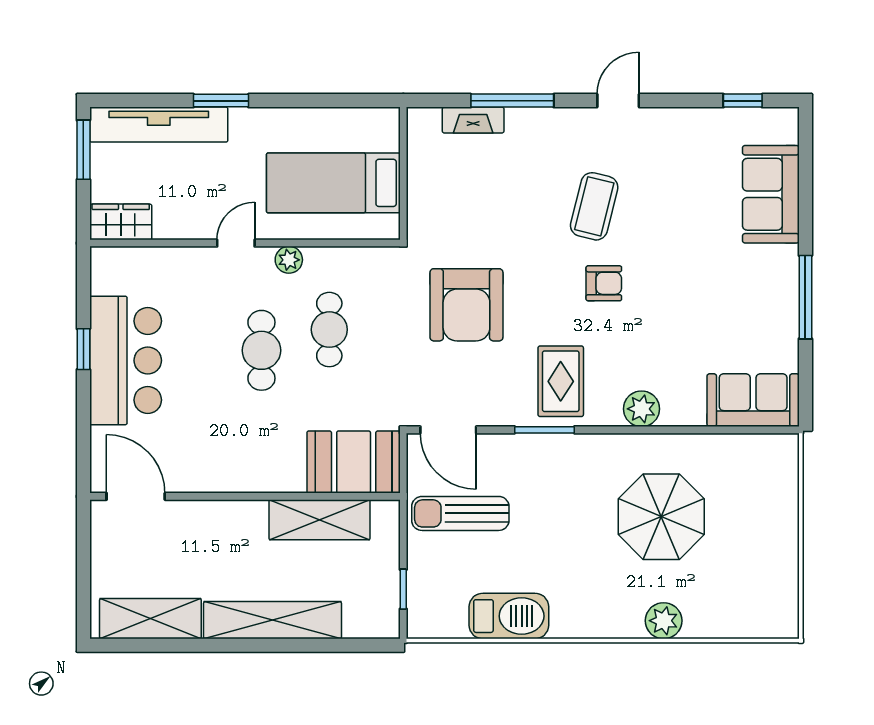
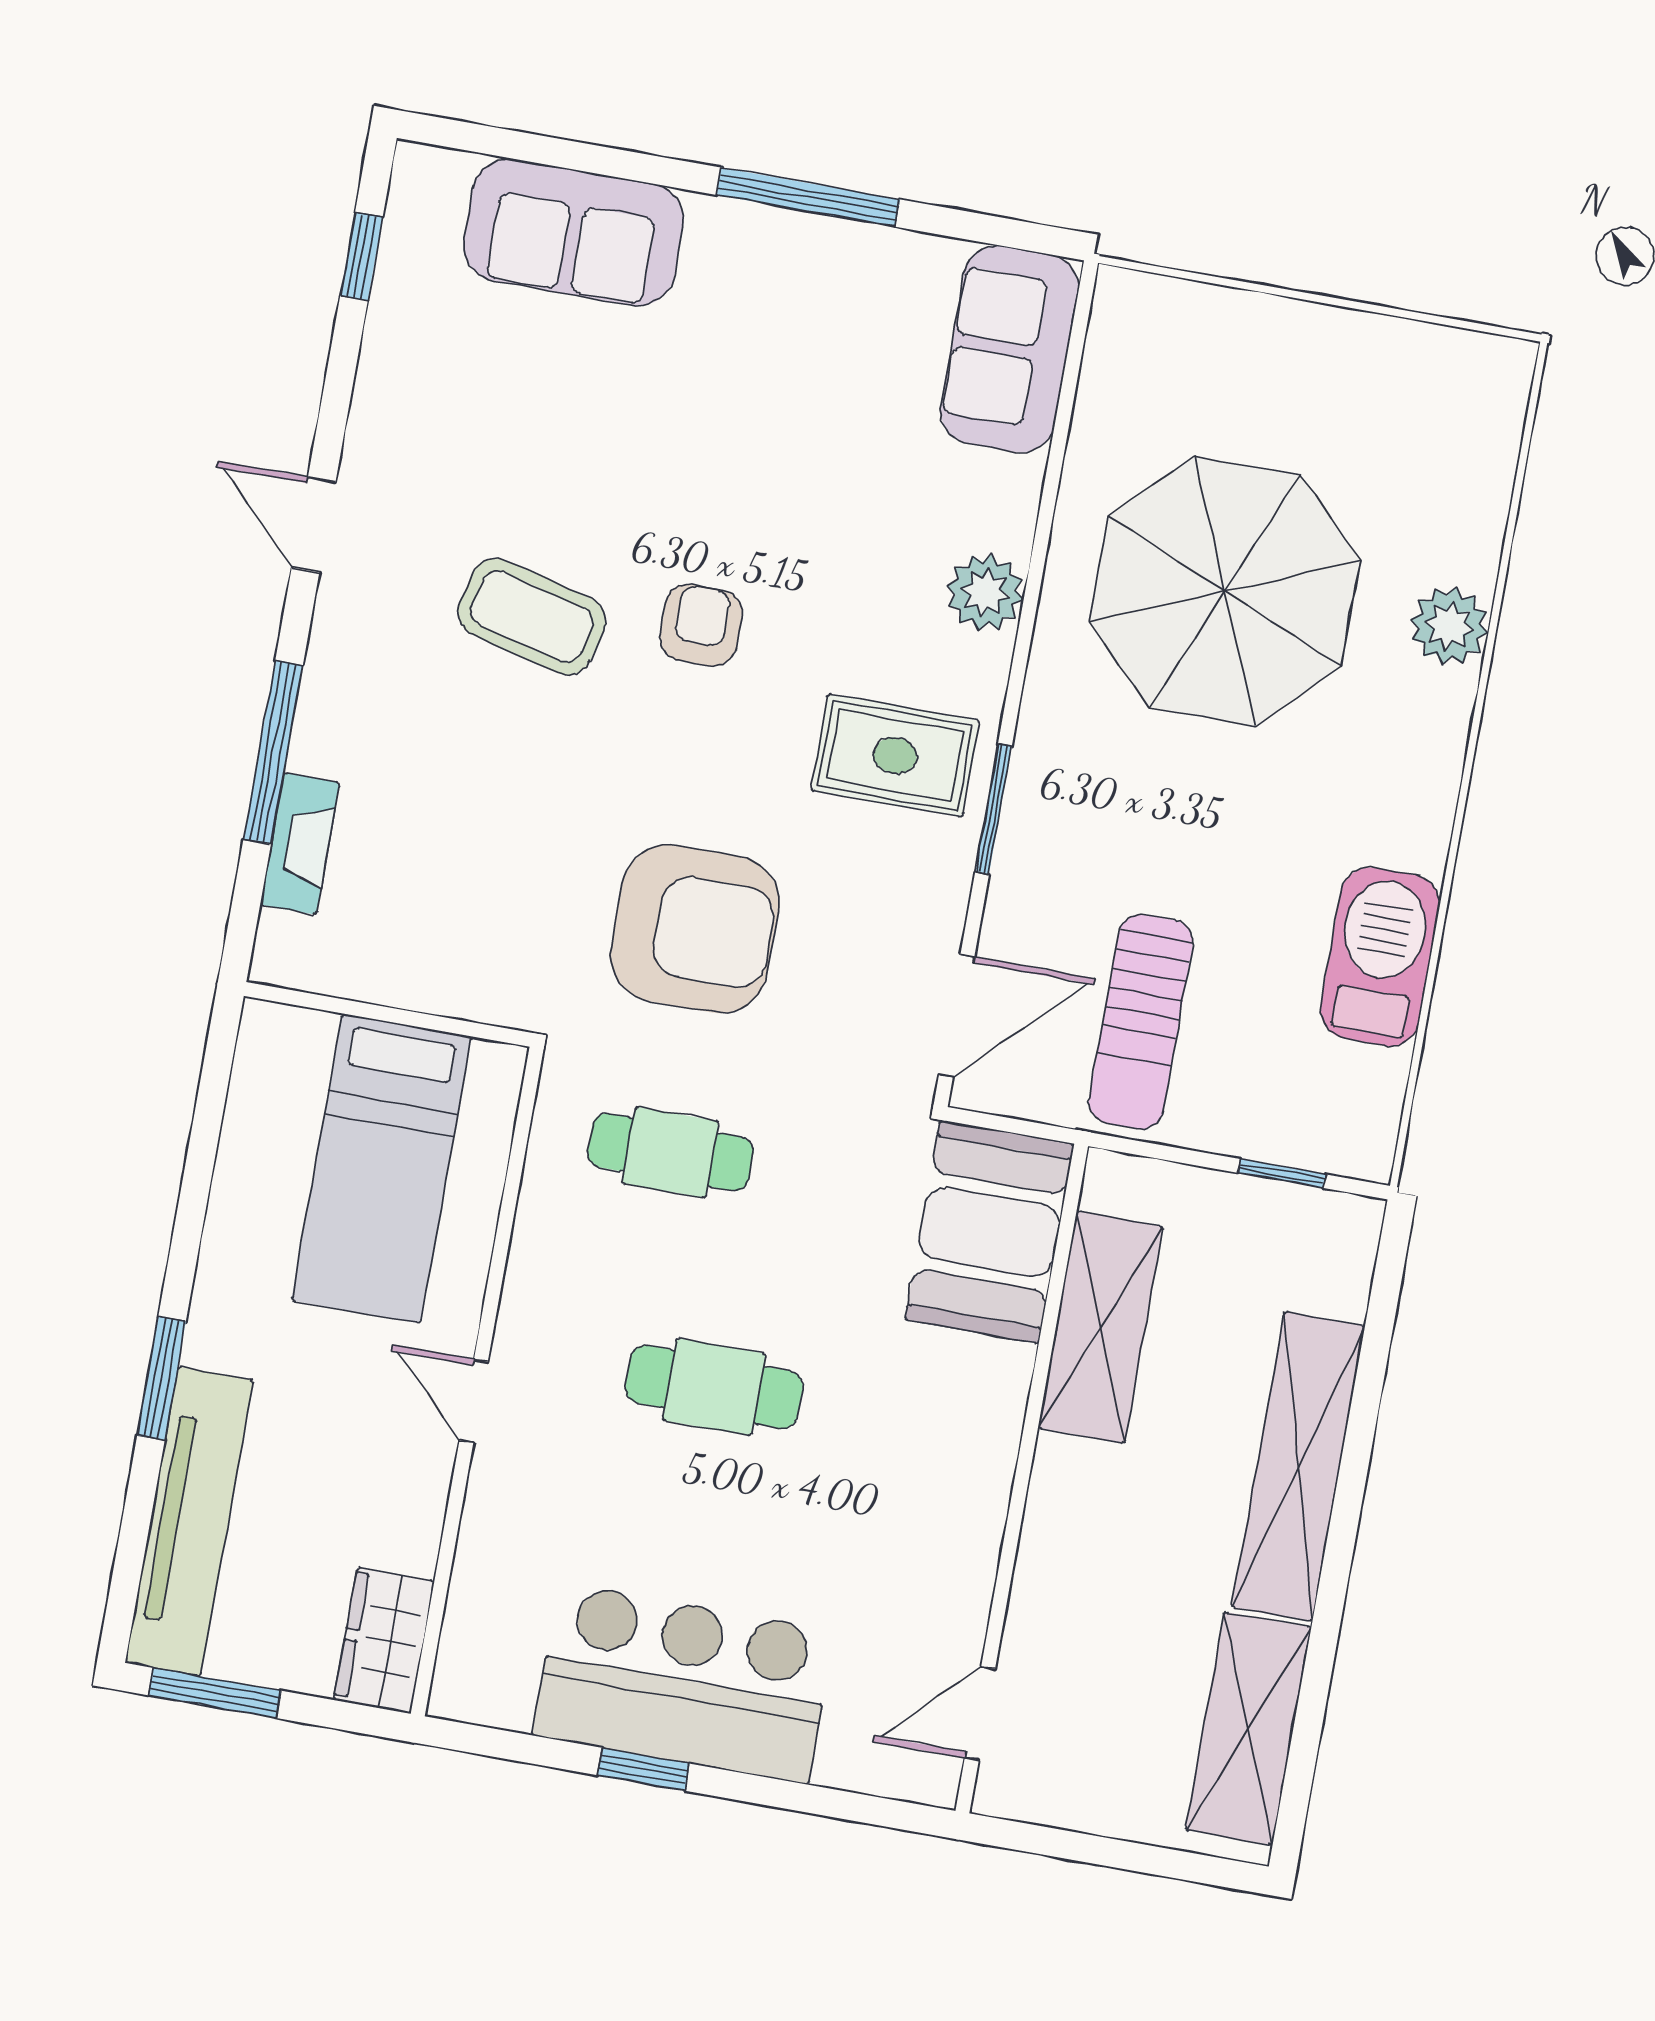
plant: (289, 260) -> (530, 1293), removed
cafe table: (329, 330) -> (671, 1152), moved
door: (136, 496) -> (980, 1713), width x0.73
parasol: (661, 517) -> (1225, 591), width x1.36, depth x1.36

